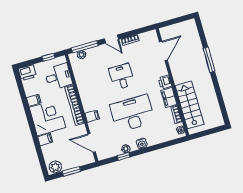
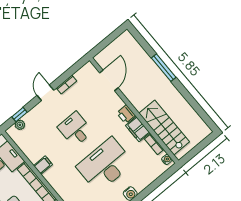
door: (111, 39) -> (45, 93), swing flipped
window: (85, 47) -> (20, 114), width x0.46
filing cabinet: (92, 116) -> (43, 165), moved

